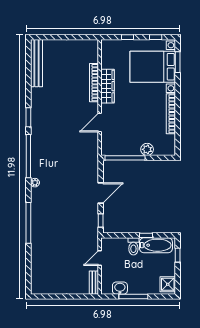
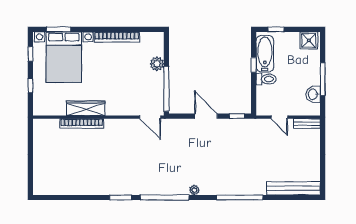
bench: (36, 63) -> (293, 188), moved
door: (100, 122) -> (150, 117), moved

